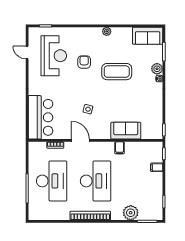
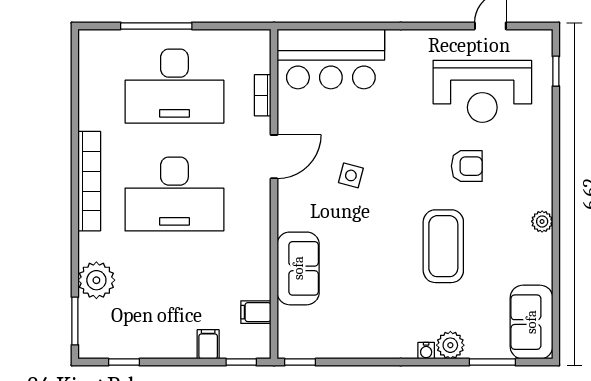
filing cabinet: (120, 148) -> (256, 312), moved

